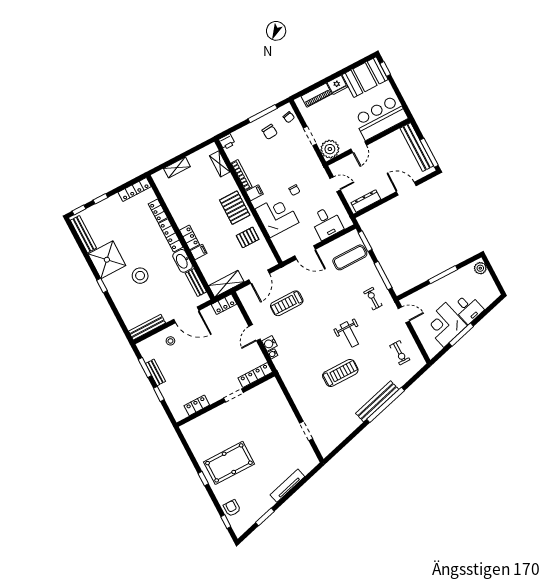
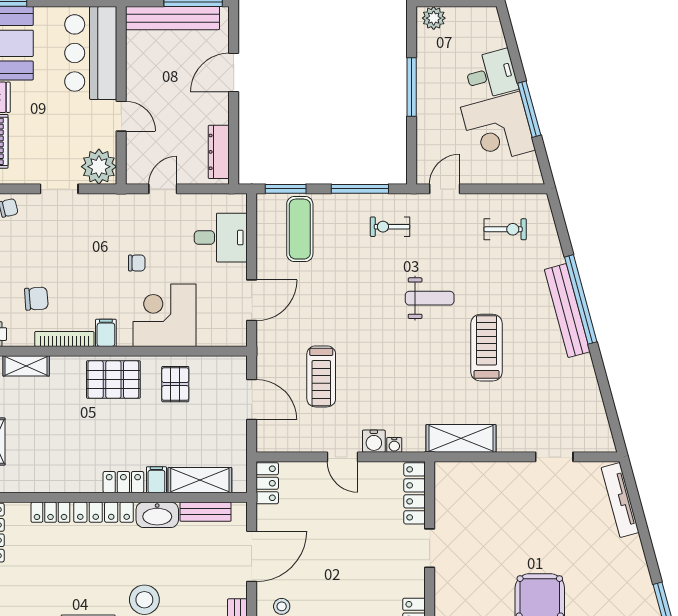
chair: (270, 132) -> (36, 299), moved
shelving: (226, 284) -> (200, 480), moved, turned 90
shelving: (292, 383) -> (461, 438), added
tv unit: (287, 486) -> (620, 500), moved

